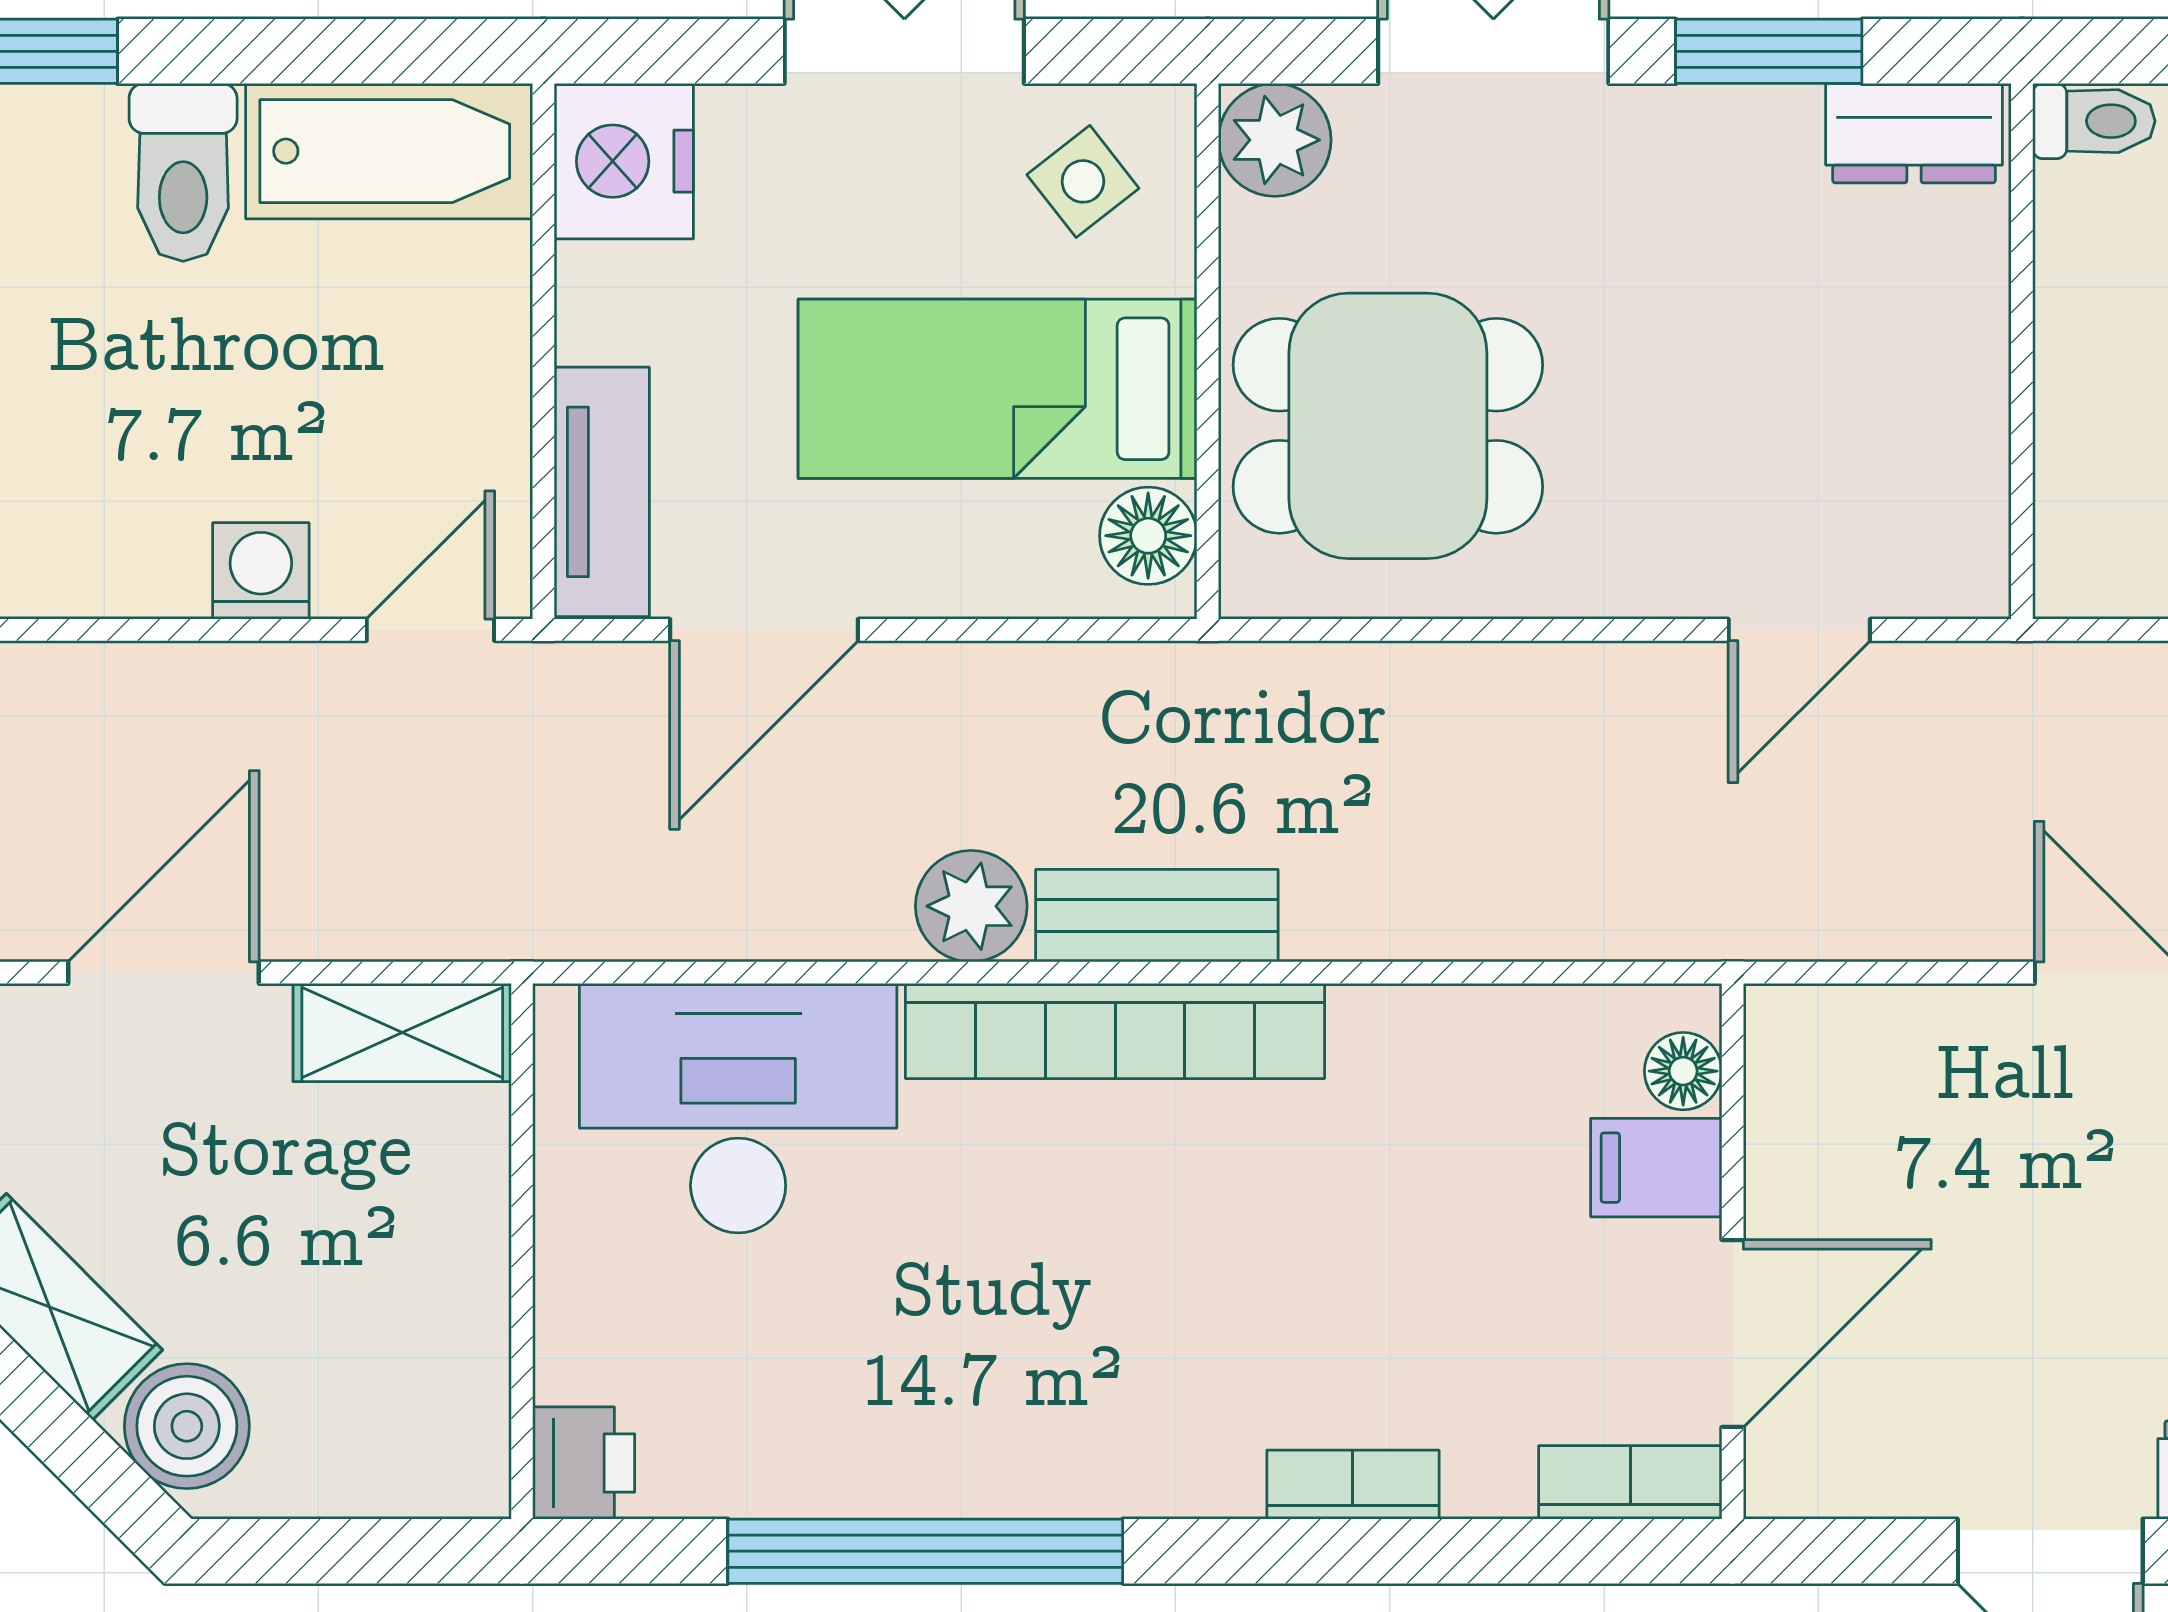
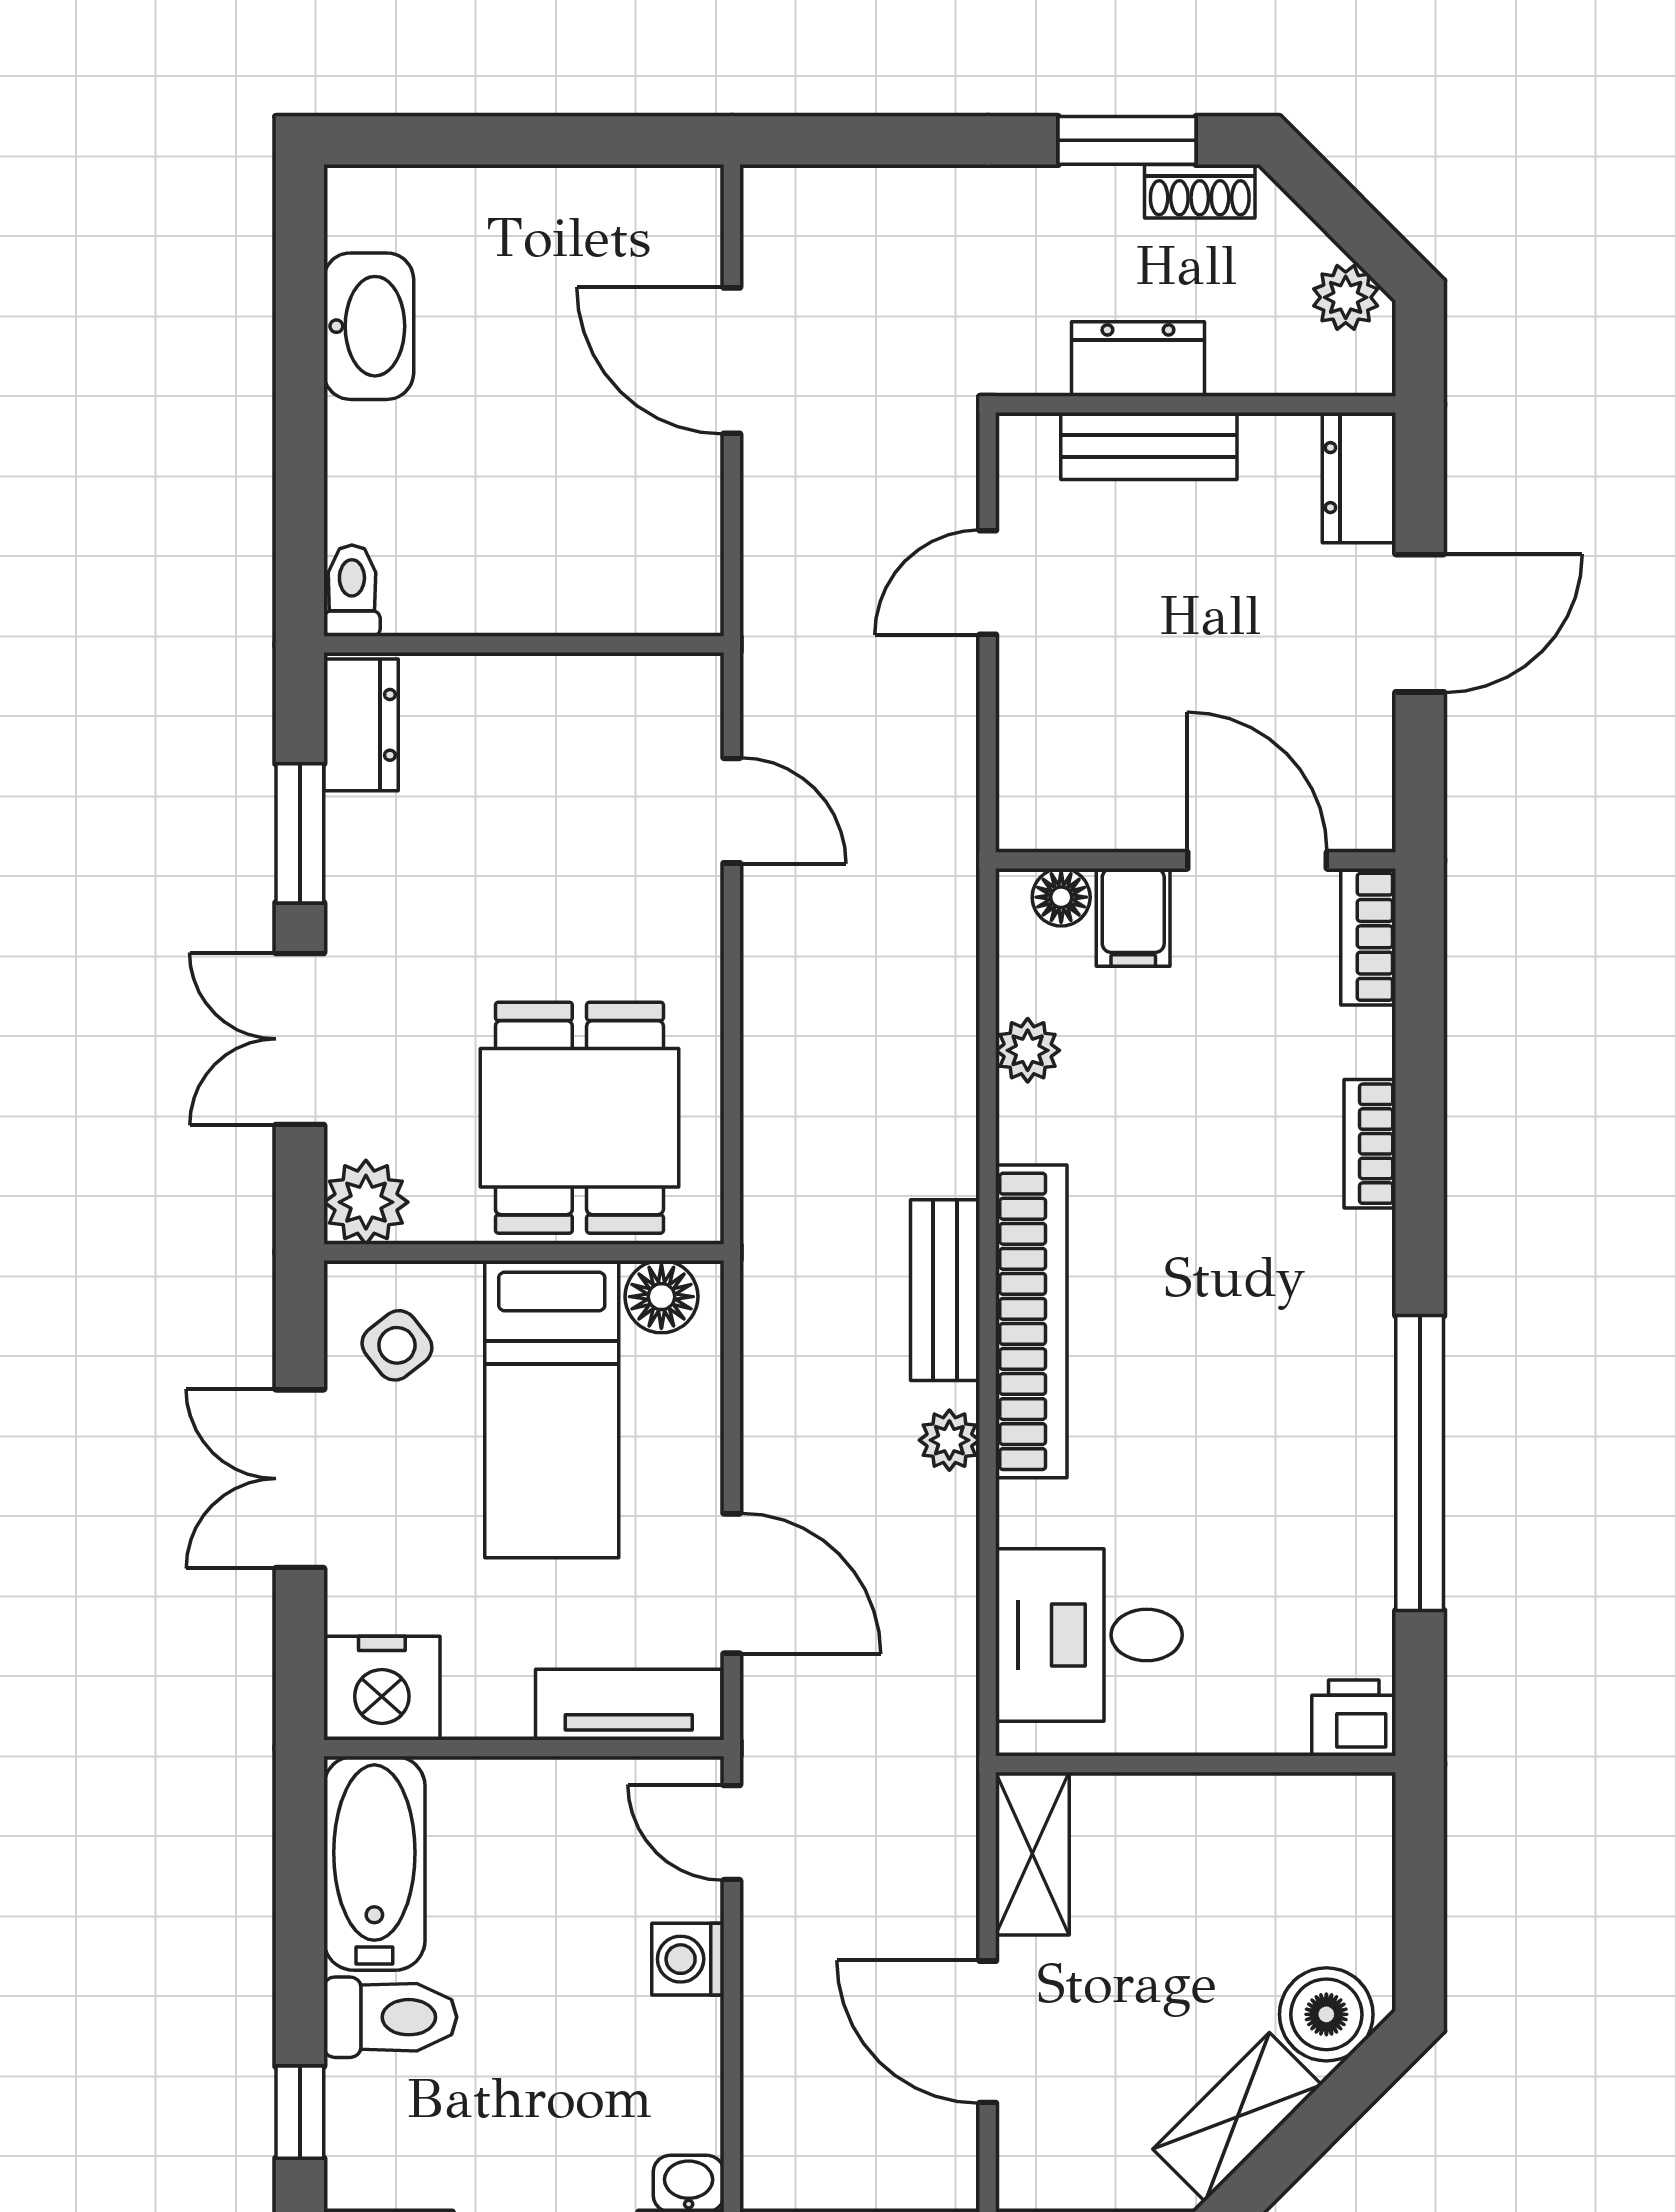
plant: (971, 906) -> (949, 1440), width x0.73, depth x0.73
plant: (1478, 1026) -> (1028, 1050), added
desk: (738, 1108) -> (1089, 1635), width x0.73

